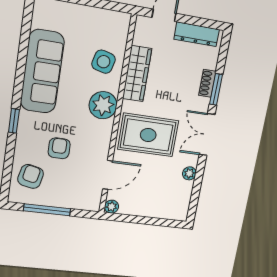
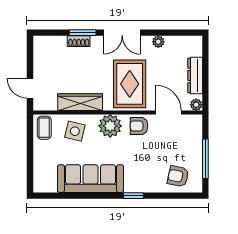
coffee table: (114, 24) -> (44, 128), added
dresser: (197, 34) -> (195, 75), moved, turned 180
armchair: (59, 148) -> (139, 126), moved

